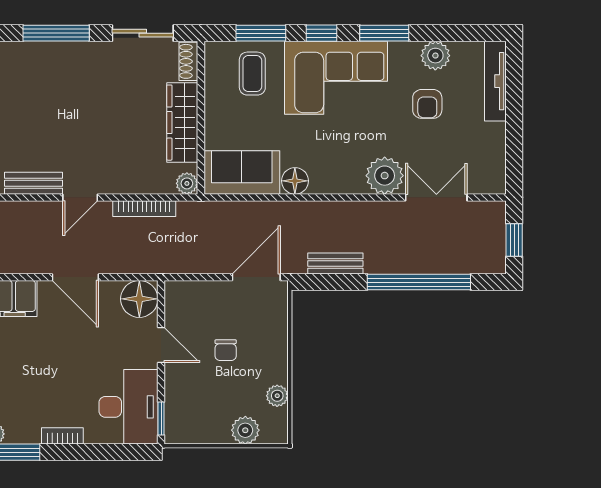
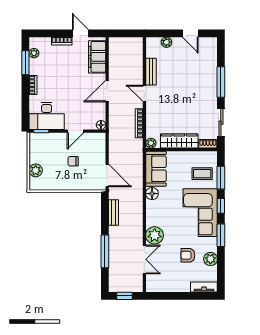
tv unit: (495, 81) -> (204, 287), width x0.71
window: (419, 282) -> (105, 251), width x0.68
floor lamp: (139, 299) -> (101, 125), width x0.53, depth x0.53
plant: (277, 396) -> (52, 185), removed

